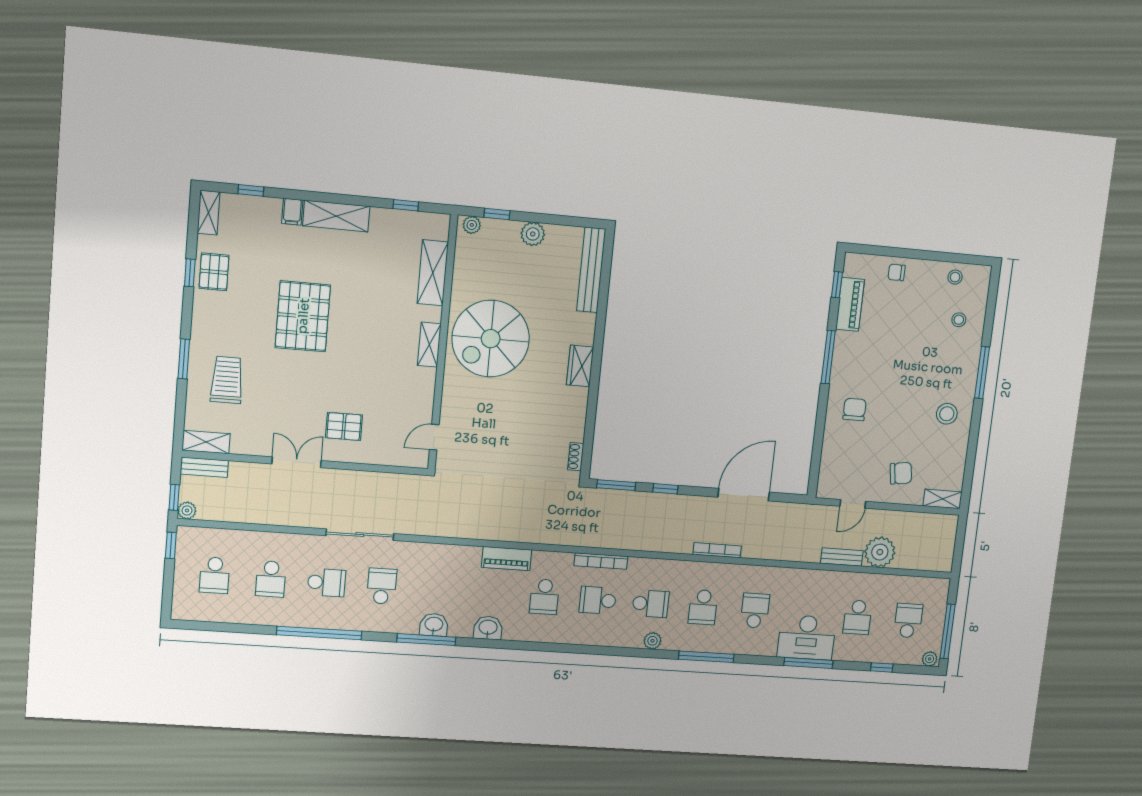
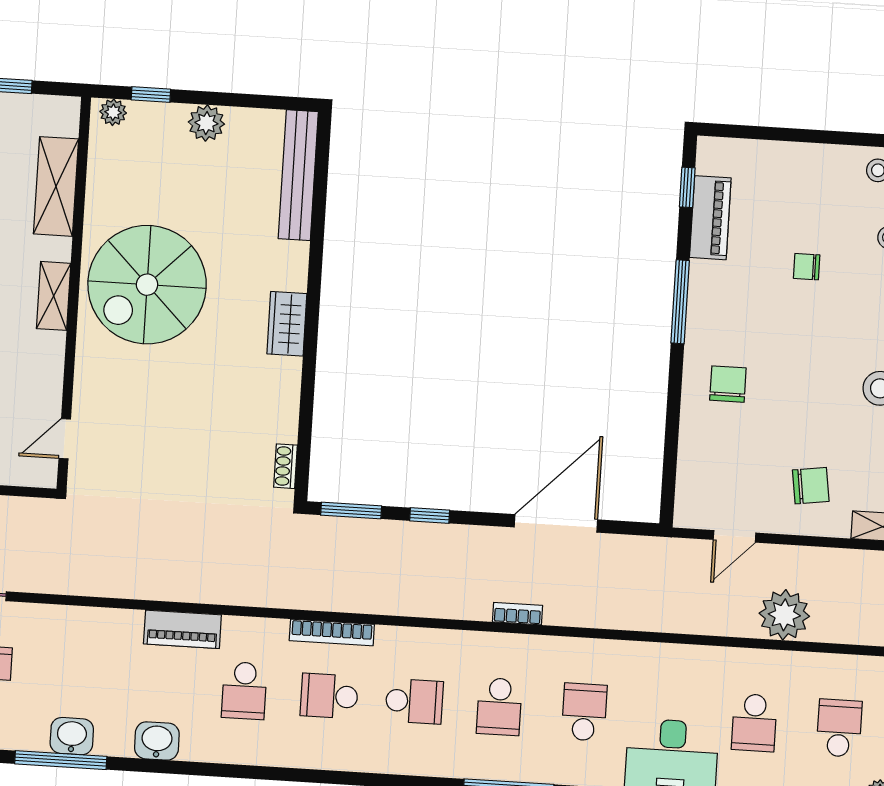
chair: (897, 272) -> (807, 267), moved
bookcase: (717, 550) -> (518, 614), width x0.64
bench: (842, 557) -> (722, 623), removed
plant: (652, 641) -> (420, 762), removed

